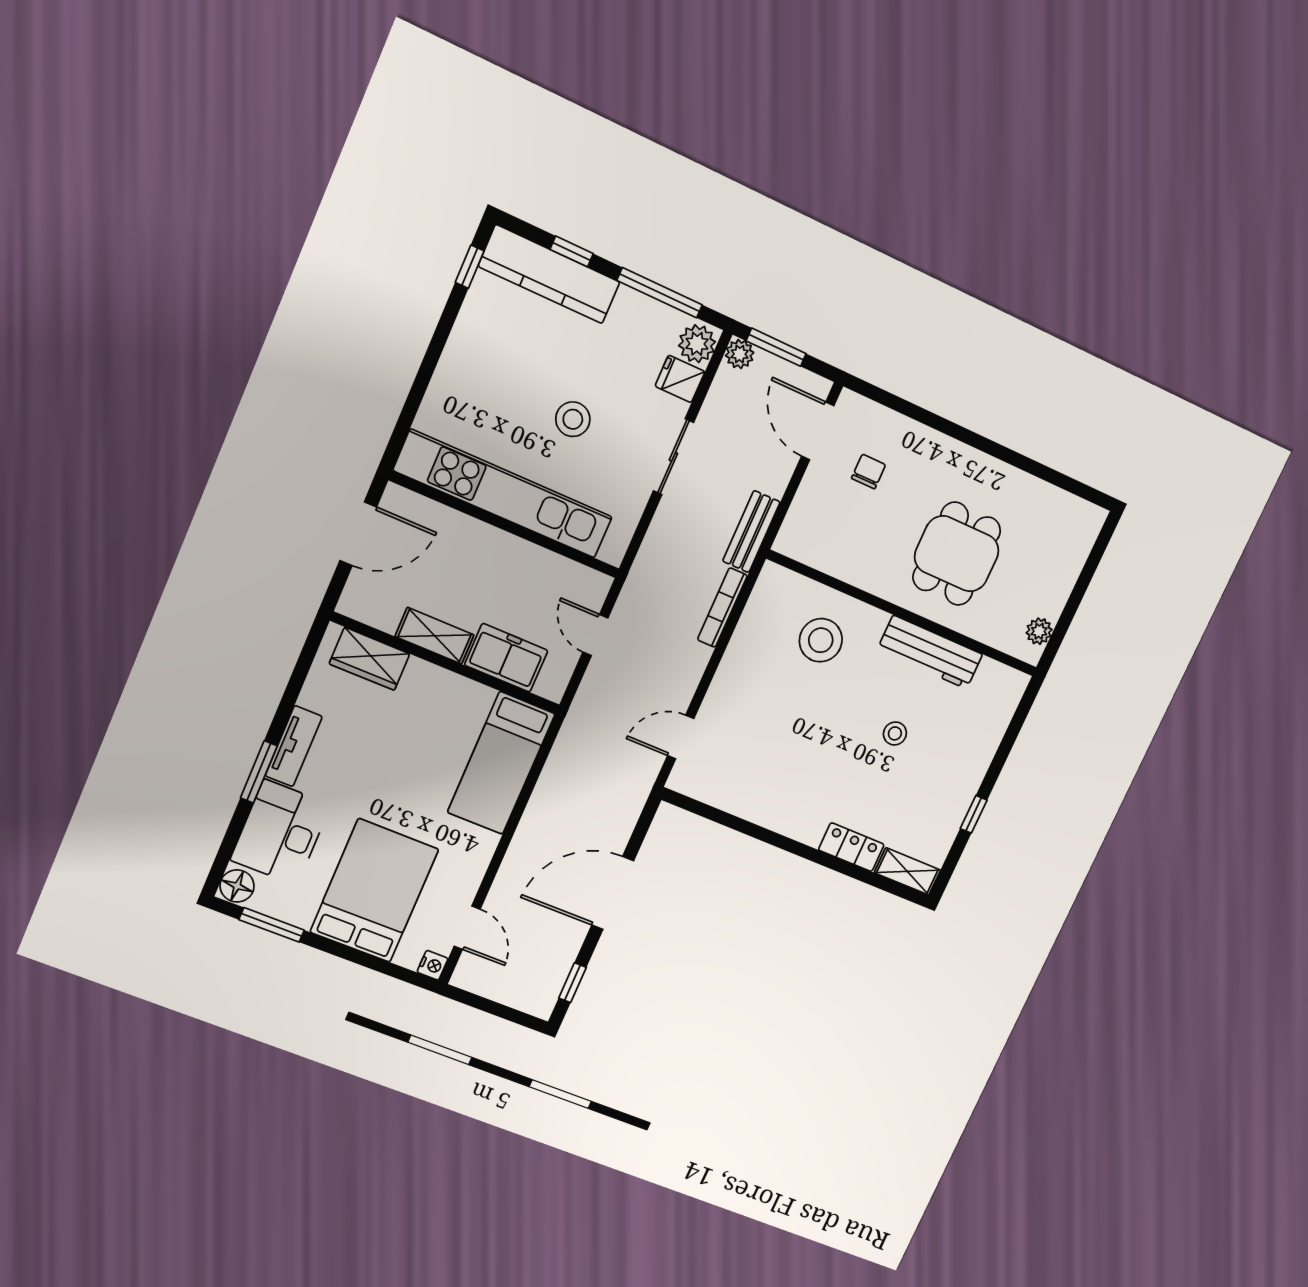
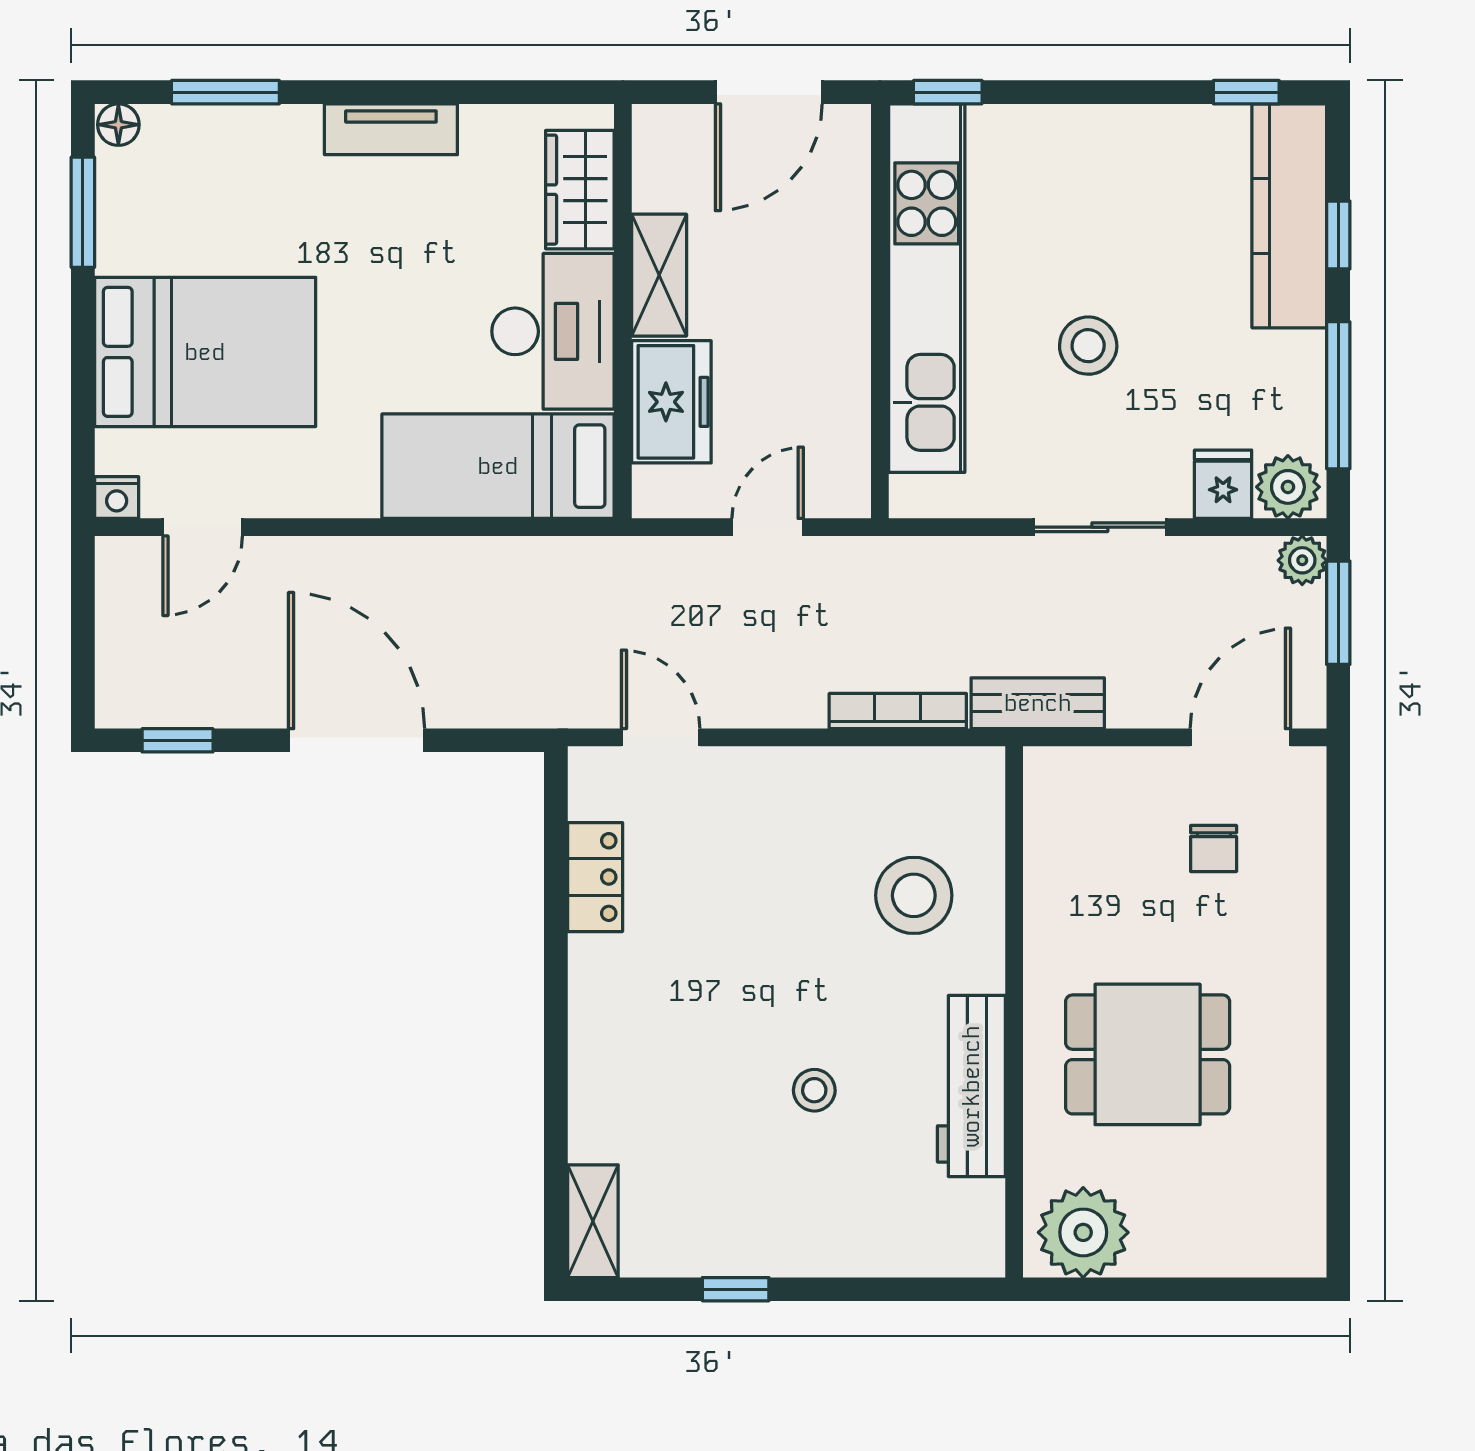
window: (399, 435) -> (948, 92), added
chair: (869, 472) -> (1214, 848), turned 90
door: (358, 534) -> (769, 92), hinge flipped
plant: (1039, 631) -> (1083, 1232), width x1.87, depth x1.87
window: (259, 772) -> (225, 92), moved
desk: (280, 832) -> (553, 331), moved, turned 90
locker: (851, 847) -> (595, 877), moved
floor lamp: (237, 886) -> (118, 125), width x0.73, depth x0.73

